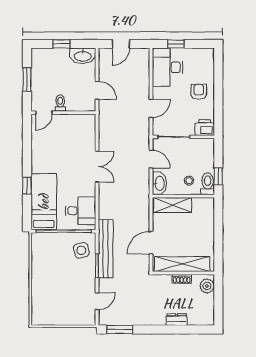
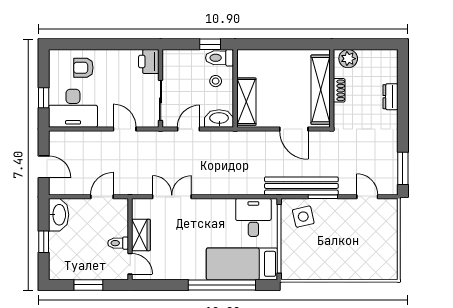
armchair: (199, 92) -> (83, 68), moved
wardrobe: (67, 121) -> (141, 235), added
double door: (97, 167) -> (172, 197), moved
window: (27, 186) -> (222, 285), width x3.17

